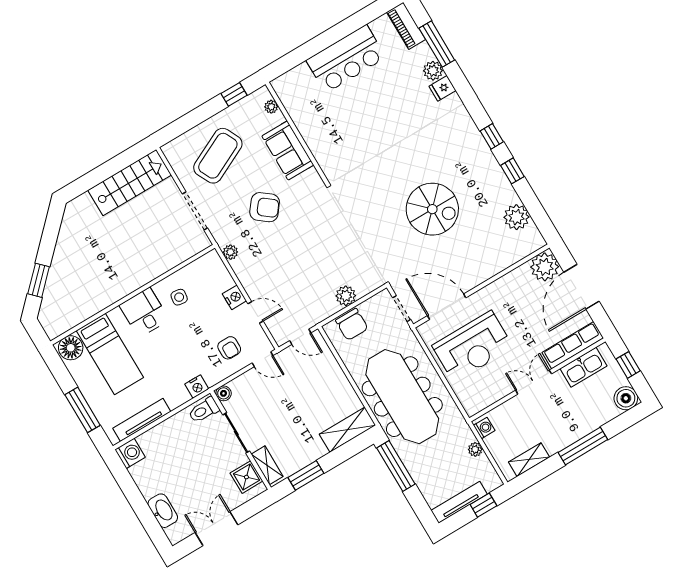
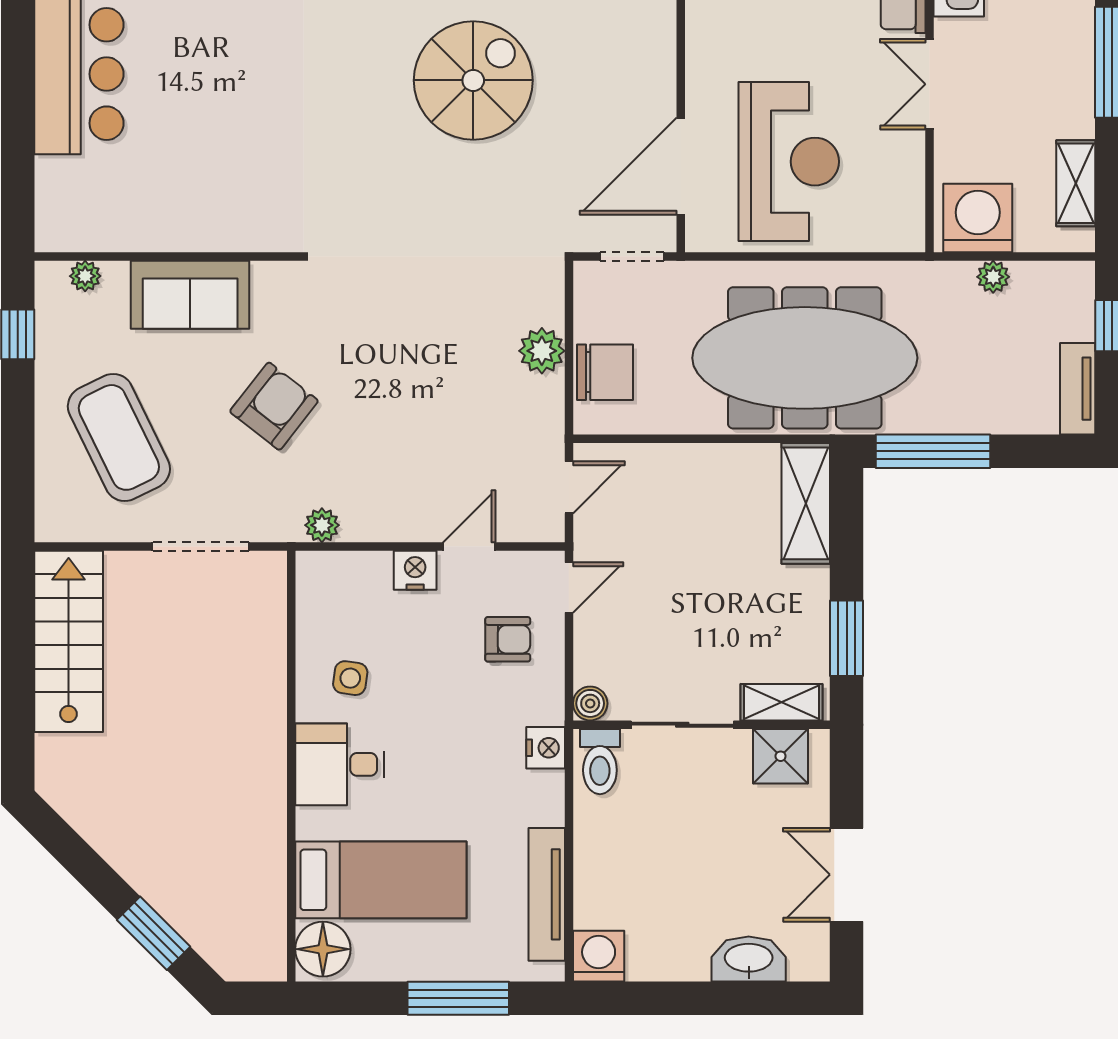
washing machine: (484, 428) -> (978, 218), width x1.89, depth x1.89
tv unit: (459, 502) -> (1078, 389), width x0.71

